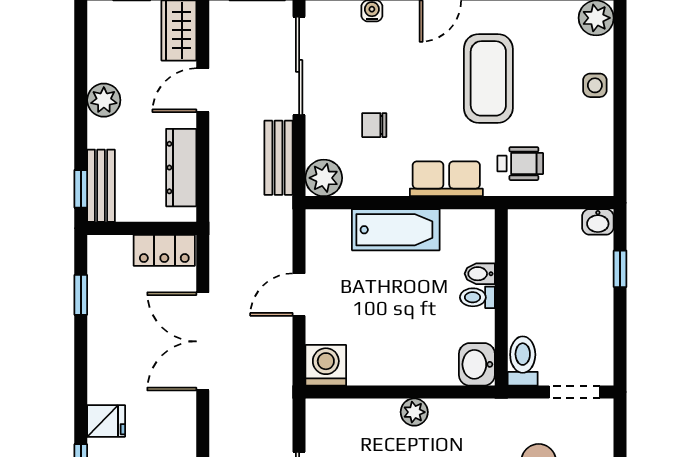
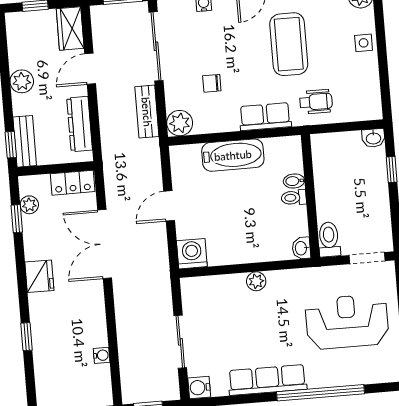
plant: (100, 277) -> (29, 205), added
washbasin: (477, 364) -> (301, 248), width x0.72, depth x0.69
fridge: (106, 421) -> (39, 276), moved, width x1.38

